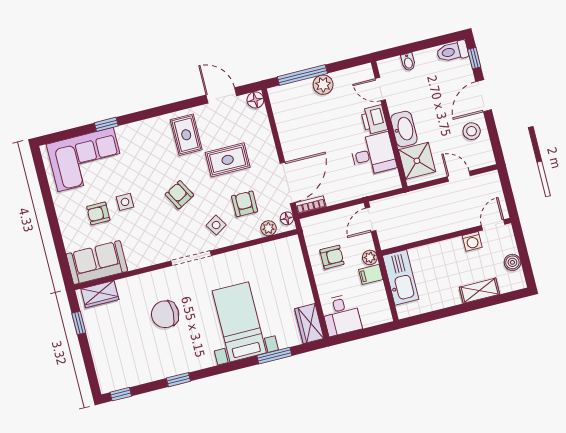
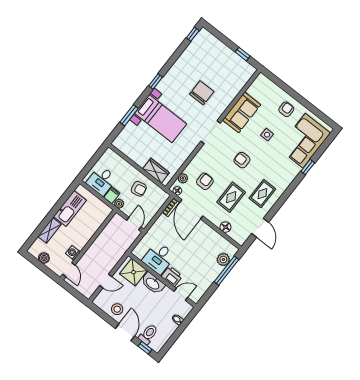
toilet: (452, 51) -> (148, 334), moved
plant: (323, 85) -> (223, 259), moved
door: (221, 95) -> (260, 228), hinge flipped
floor lamp: (255, 100) -> (225, 227), moved
rug: (186, 135) -> (262, 194), turned 90
armchair: (179, 195) -> (242, 160), turned -151
armchair: (245, 204) -> (205, 181), turned -90
armchair: (98, 213) -> (286, 109), moved
side table: (216, 225) -> (211, 159), removed
armchair: (332, 257) -> (139, 189), turned -101
sofa: (97, 263) -> (242, 112), moved
kitchen sink: (401, 277) -> (70, 208), moved, turned -90
wardrobe: (100, 294) -> (243, 77), removed
desk: (341, 315) -> (101, 181), moved, turned -90
wardrobe: (309, 324) -> (156, 171), moved
window: (178, 380) -> (156, 81), moved

